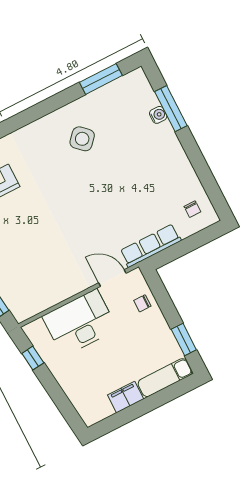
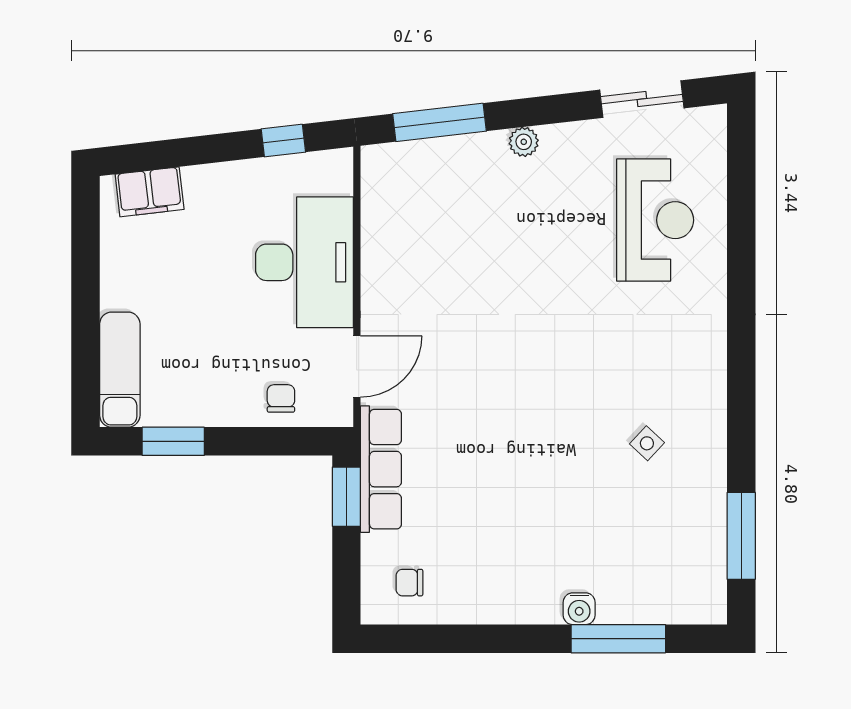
water cooler: (158, 115) -> (579, 609), moved
side table: (82, 139) -> (647, 443), width x0.54, depth x0.54
window: (170, 254) -> (346, 497), added
filing cabinet: (126, 397) -> (150, 192), moved, turned 83

